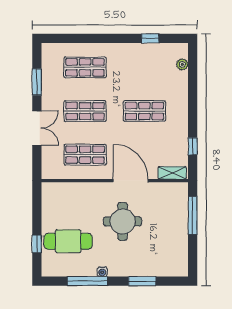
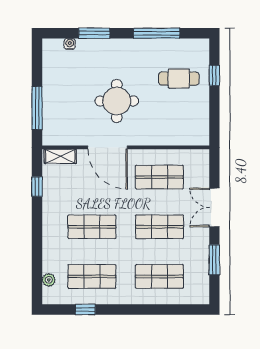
shop shelf: (144, 67) -> (92, 276), added
cafe table: (68, 241) -> (179, 79), width x0.73, depth x0.74
water cooler: (102, 272) -> (70, 44), moved

